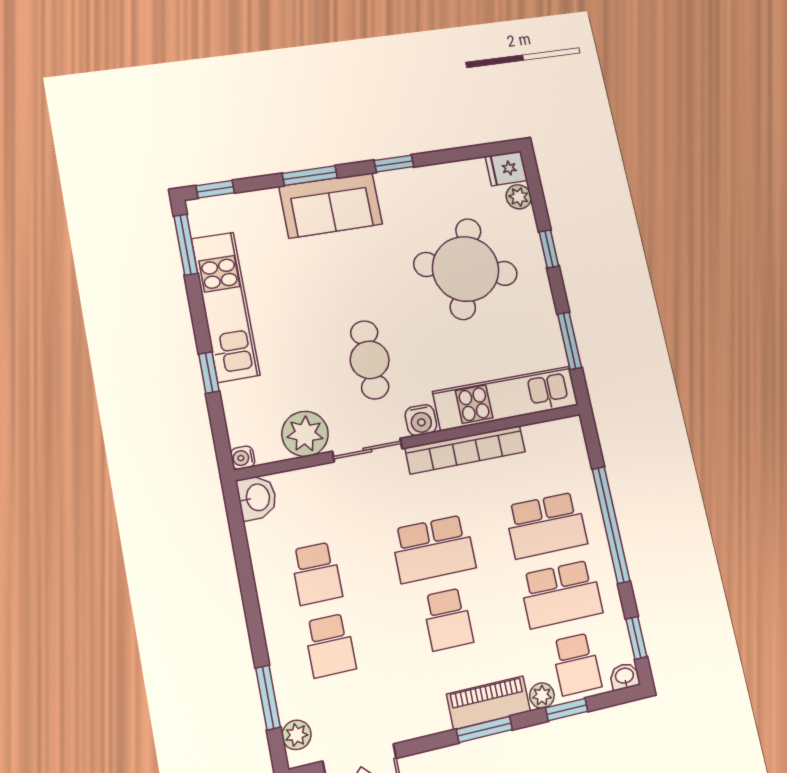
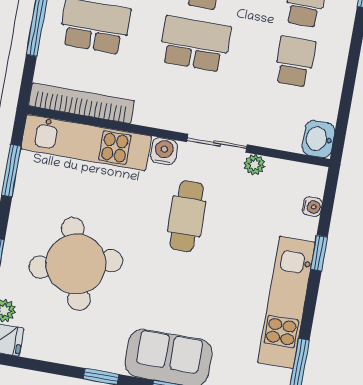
round table: (466, 269) -> (76, 264), turned -31
plant: (305, 434) -> (254, 165), width x0.53, depth x0.53
bookcase: (465, 450) -> (81, 103), moved
water cooler: (243, 458) -> (312, 207), moved

